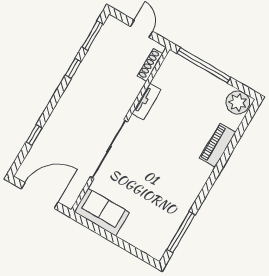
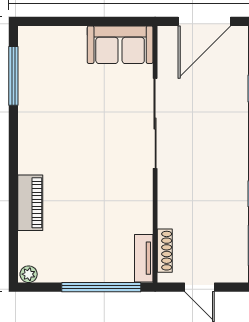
tv unit: (147, 101) -> (144, 258), moved
plant: (238, 103) -> (29, 274), width x0.53, depth x0.53

